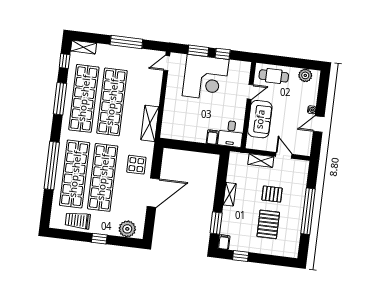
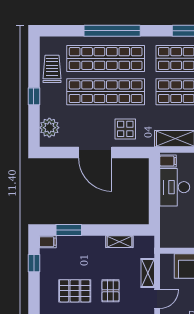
desk: (231, 134) -> (175, 187), moved, width x1.37
filing cabinet: (212, 137) -> (168, 161), moved
shelving: (230, 194) -> (119, 242), moved

